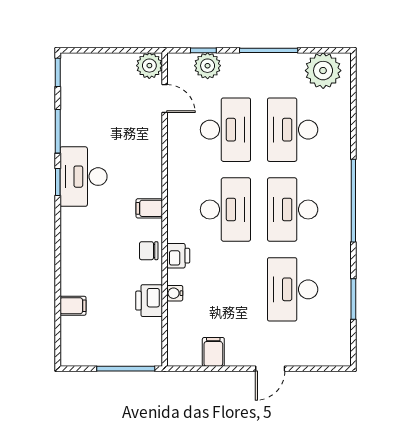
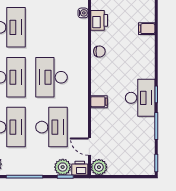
desk: (225, 130) -> (51, 127), turned 180
filing cabinet: (149, 208) -> (99, 102), moved
printer: (178, 256) -> (80, 168), moved, turned 90
water cooler: (175, 293) -> (83, 13), moved
filing cabinet: (73, 306) -> (147, 29), moved

